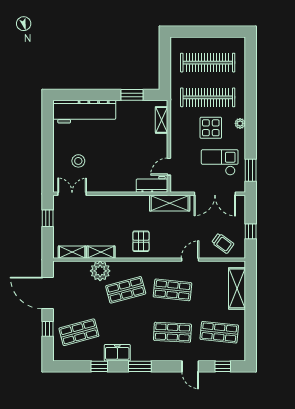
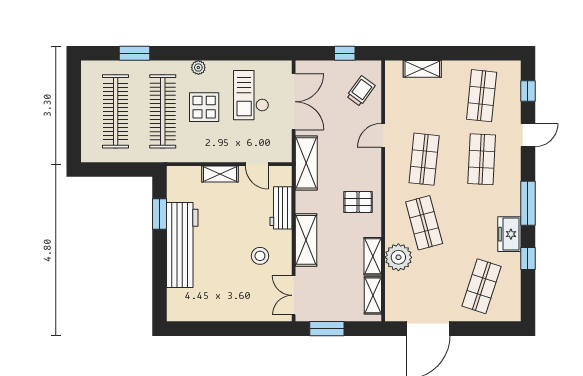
workbench: (84, 112) -> (182, 245), moved
shelving: (162, 120) -> (220, 174), moved
stool: (78, 161) -> (260, 256), moved
window: (251, 170) -> (134, 53), moved
workbench: (152, 184) -> (281, 208), moved
shelving: (113, 203) -> (306, 240), added
window: (48, 218) -> (327, 329), width x1.50
door: (190, 260) -> (383, 135), hinge flipped
shelving: (237, 288) -> (422, 69), width x0.67, depth x0.75
window: (48, 329) -> (477, 329), removed
shop shelf: (79, 332) -> (482, 286), turned 33
window: (140, 366) -> (528, 203), width x1.44

